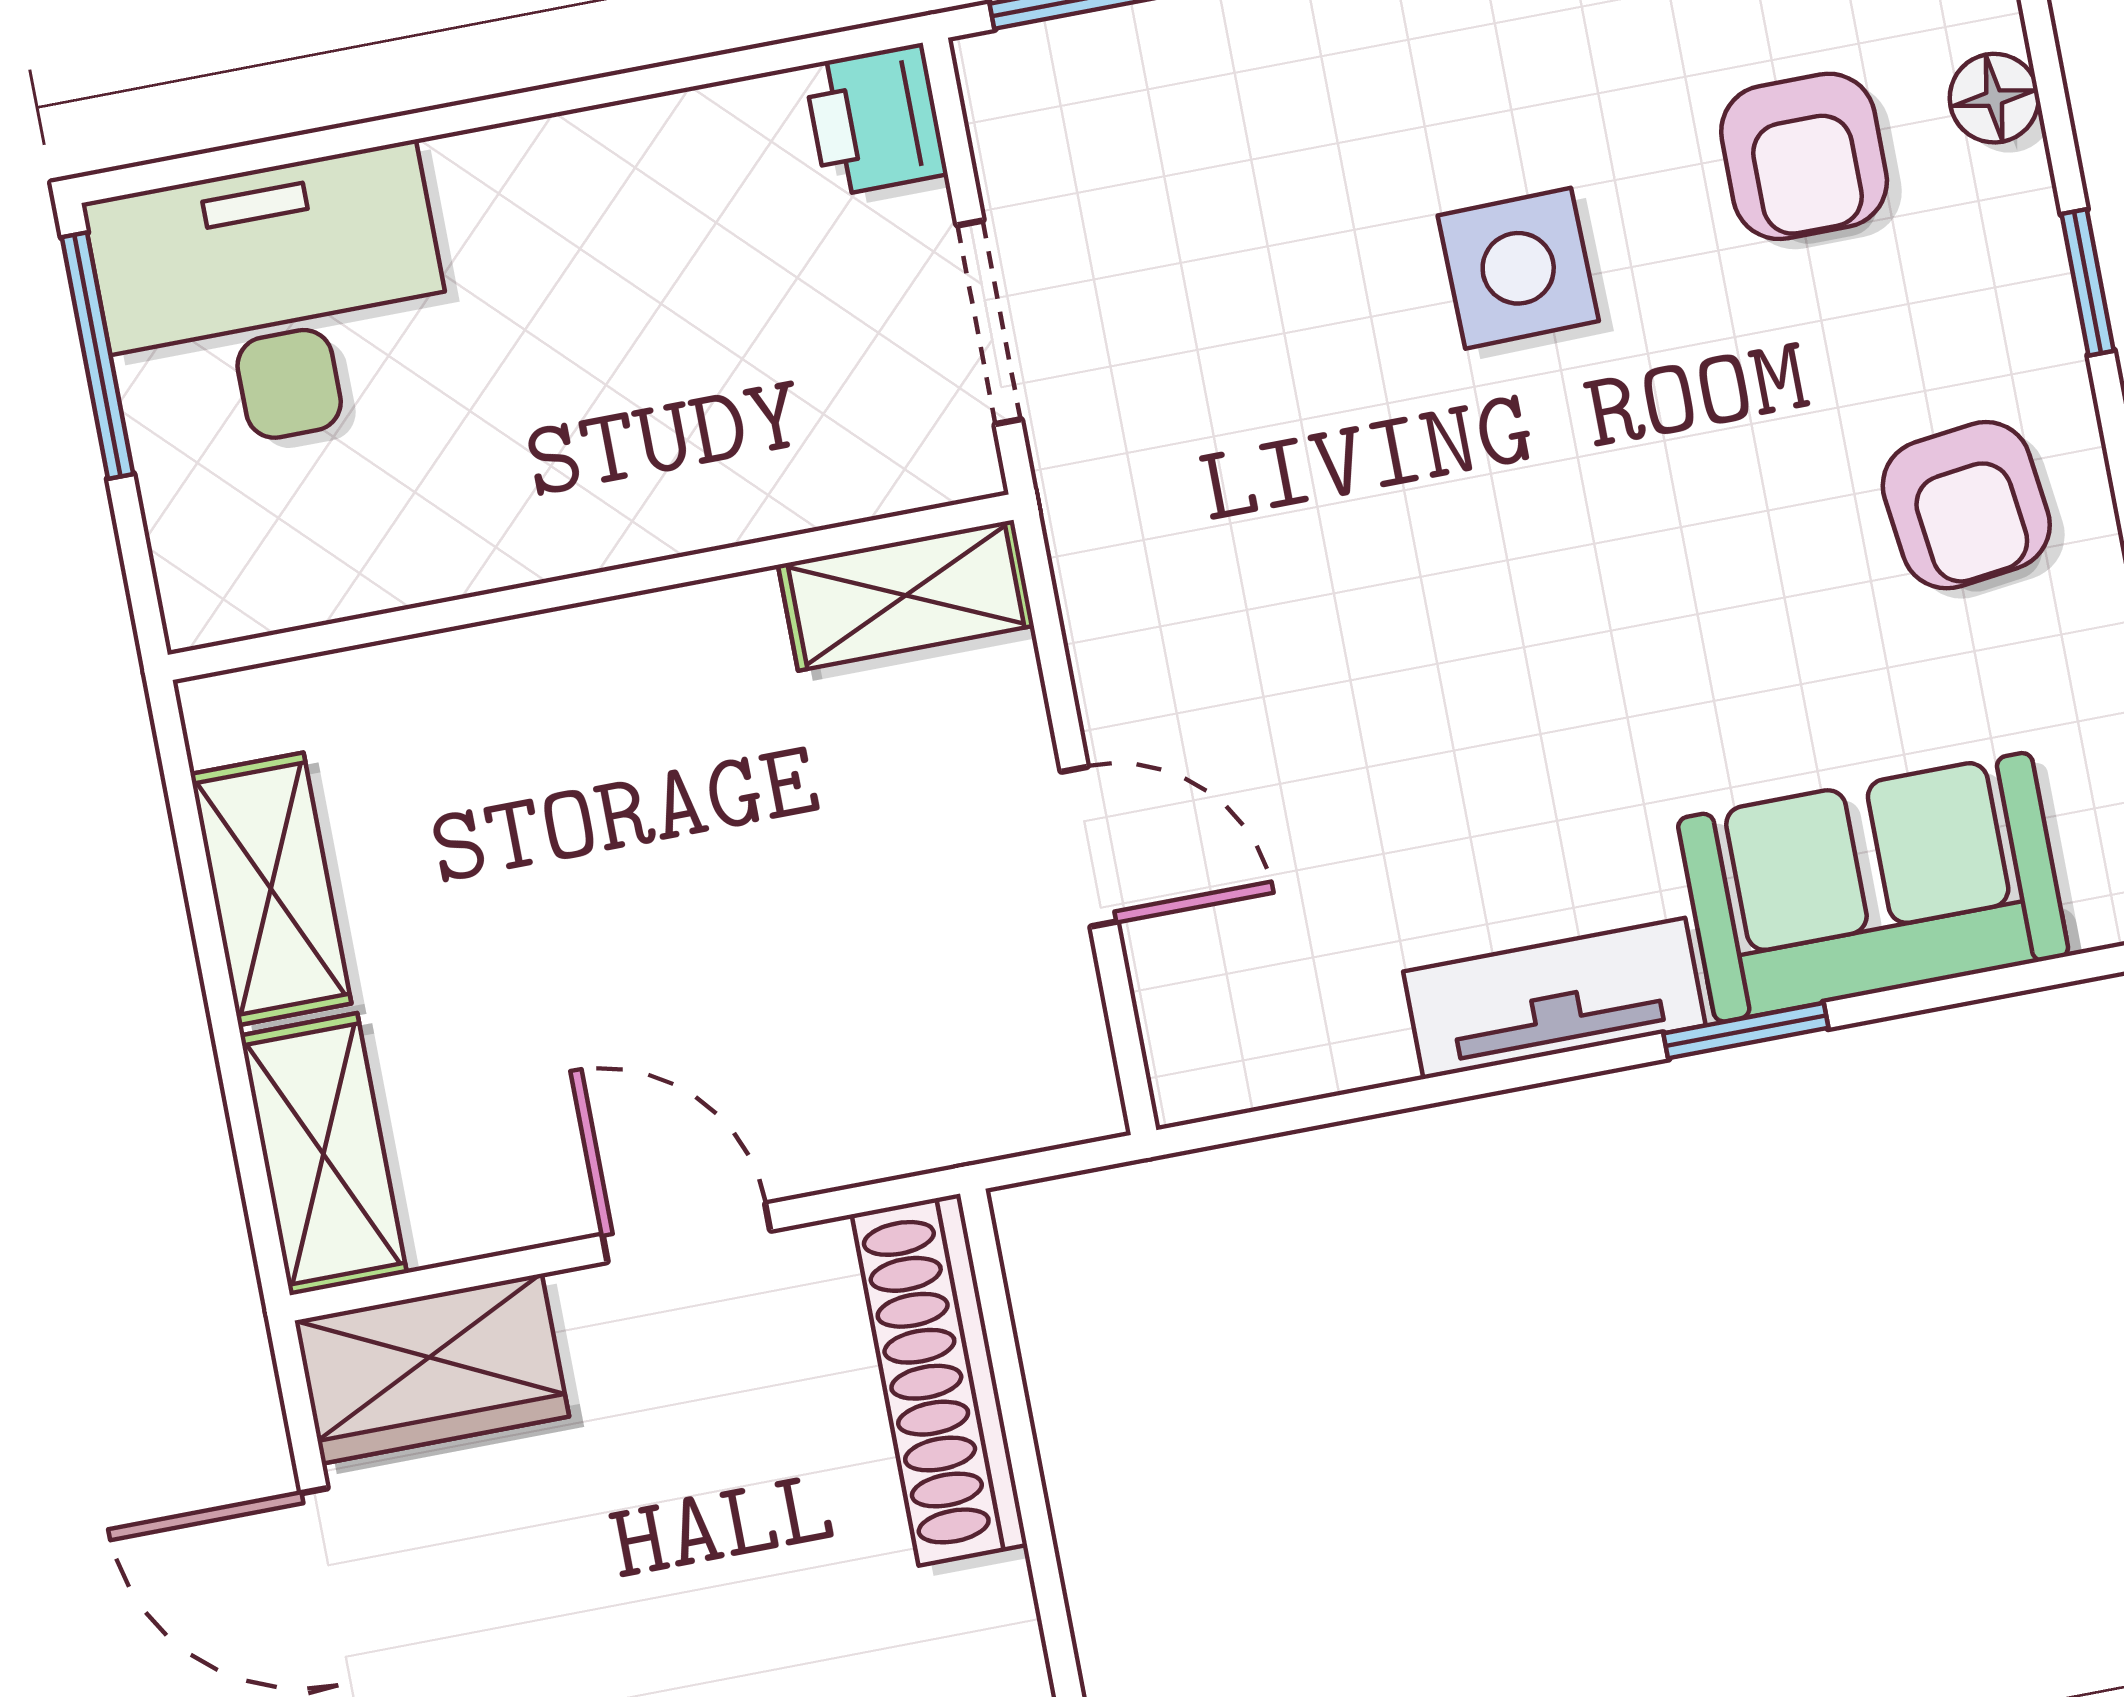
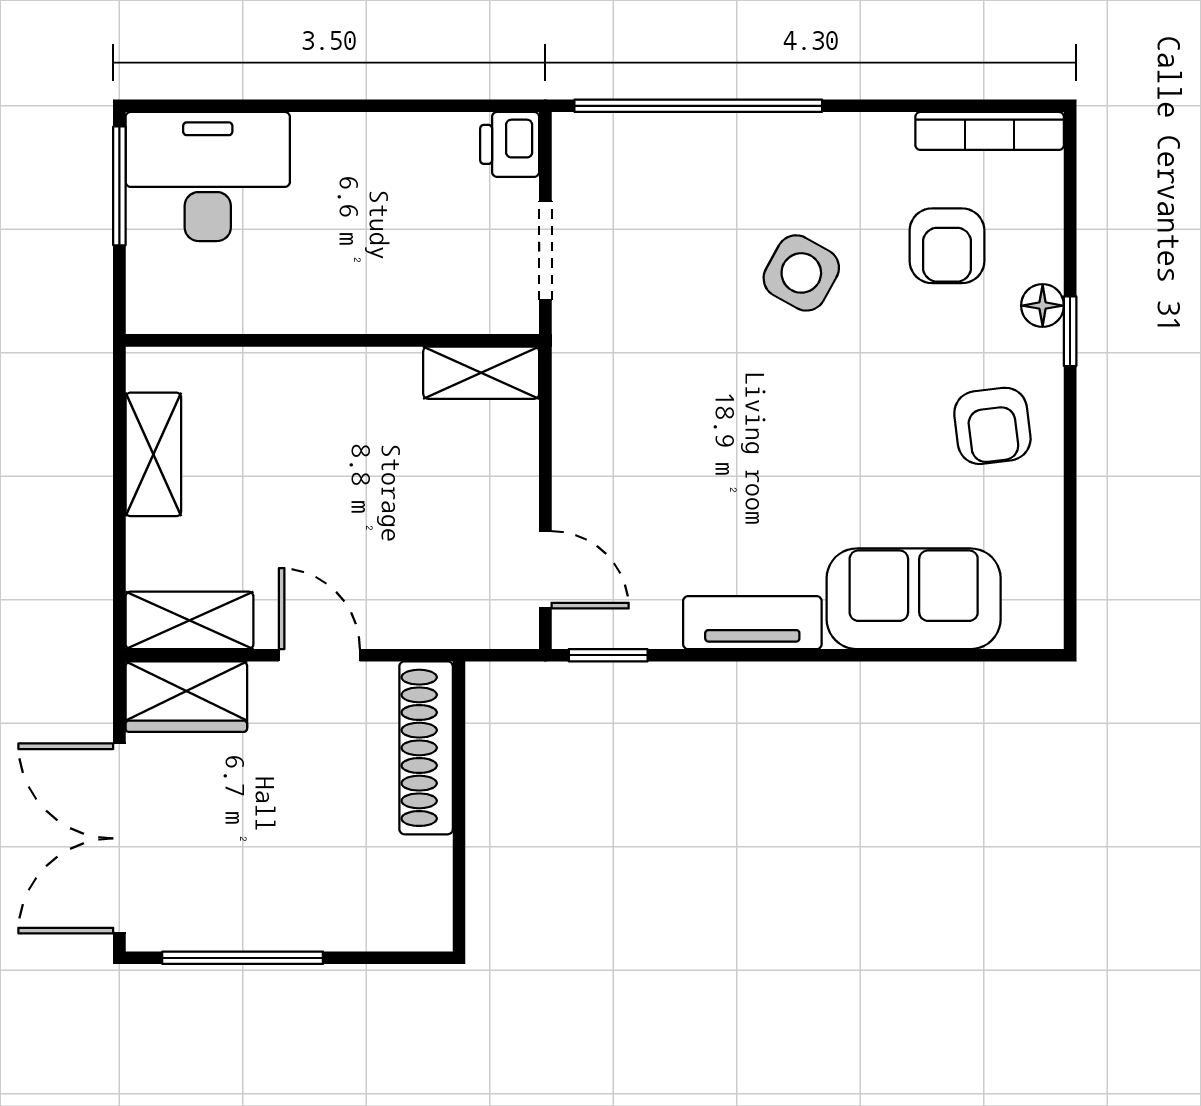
floor lamp: (1994, 98) -> (1043, 306), moved
side table: (1518, 268) -> (801, 273), turned 30
door: (1089, 847) -> (545, 570), moved
window: (1746, 1031) -> (608, 655), moved
shelving: (324, 1154) -> (189, 620), moved, turned 90

